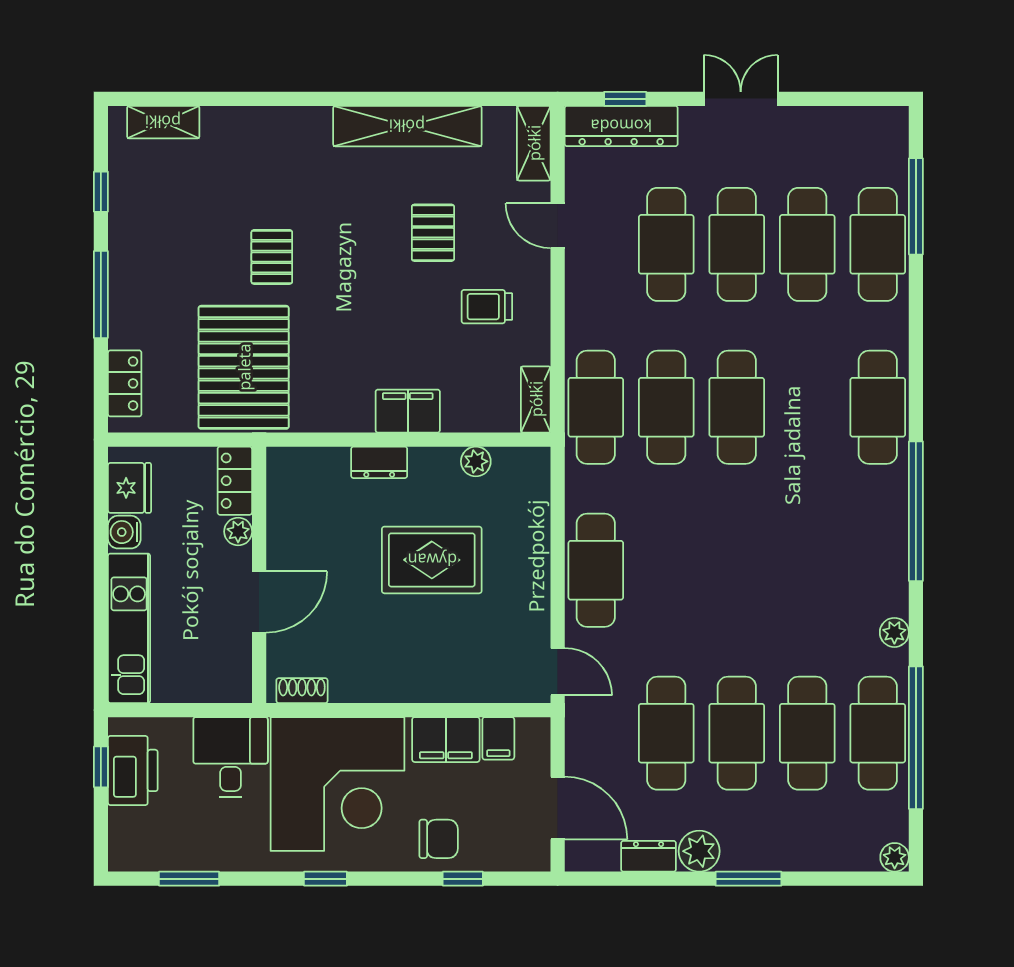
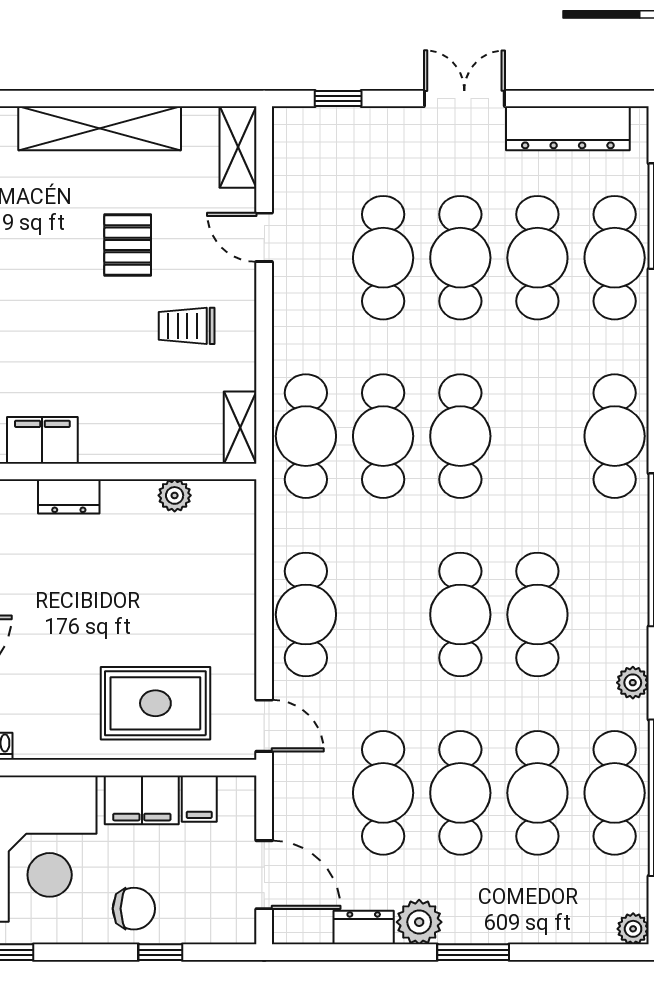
dresser: (621, 126) -> (568, 128), moved
filing cabinet: (408, 411) -> (42, 440), moved
rug: (432, 560) -> (155, 703), moved
cafe table: (737, 570) -> (460, 615), added
cafe table: (807, 570) -> (537, 615), added

